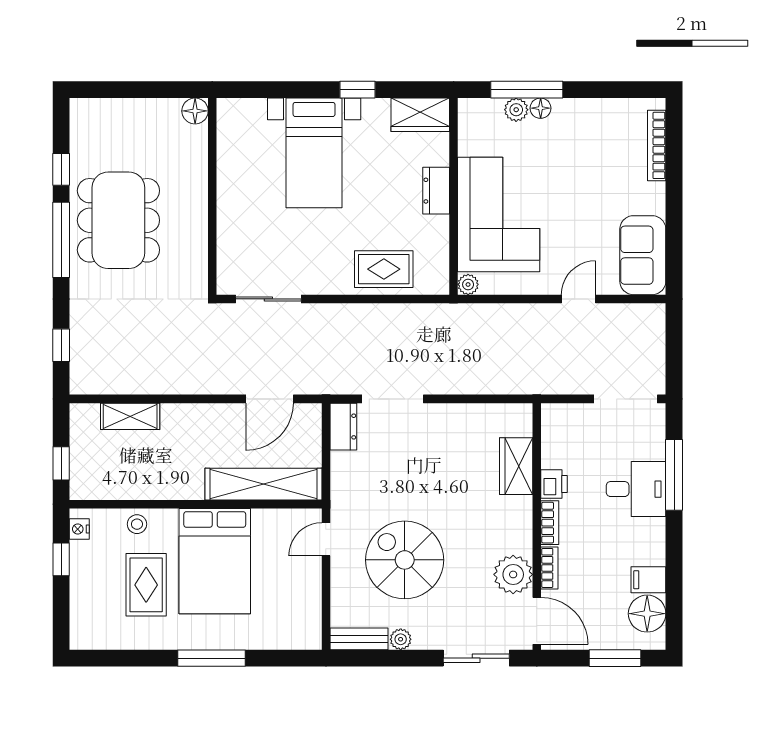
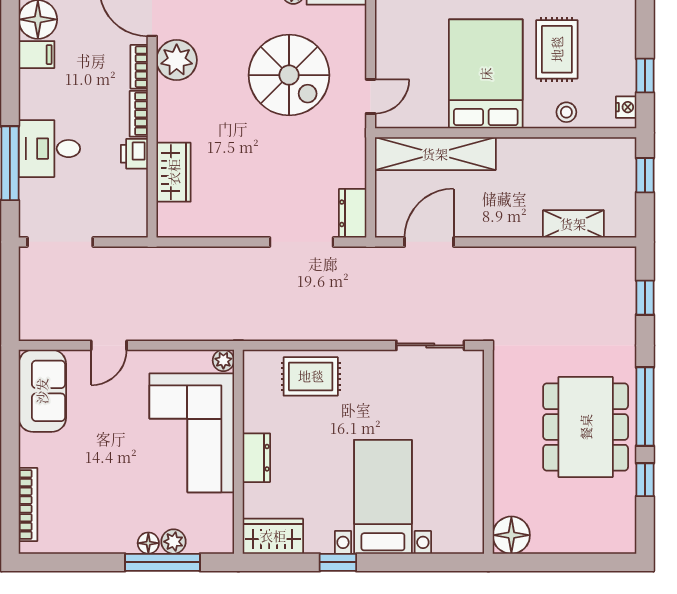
floor lamp: (195, 111) -> (511, 535), width x1.38, depth x1.38

